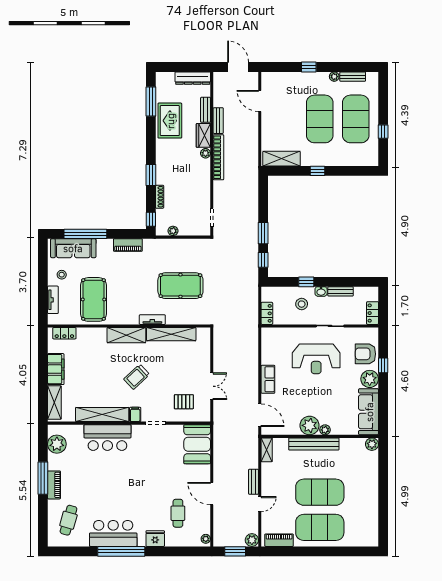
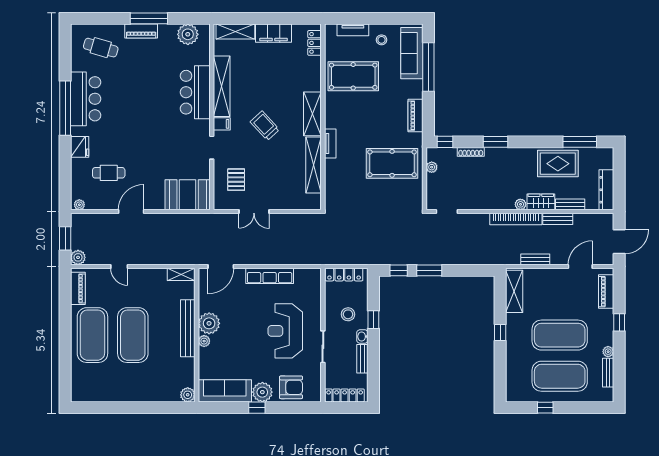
piano: (282, 78) -> (606, 292), added
pool table: (180, 286) -> (392, 163), moved, turned 90
locker: (267, 313) -> (344, 275), width x1.53
locker: (373, 313) -> (345, 395), width x1.53
armchair: (365, 354) -> (291, 387), turned 90
window: (383, 365) -> (257, 408), moved
row of seats: (268, 379) -> (270, 276), width x1.48
bench: (254, 482) -> (535, 259), moved

